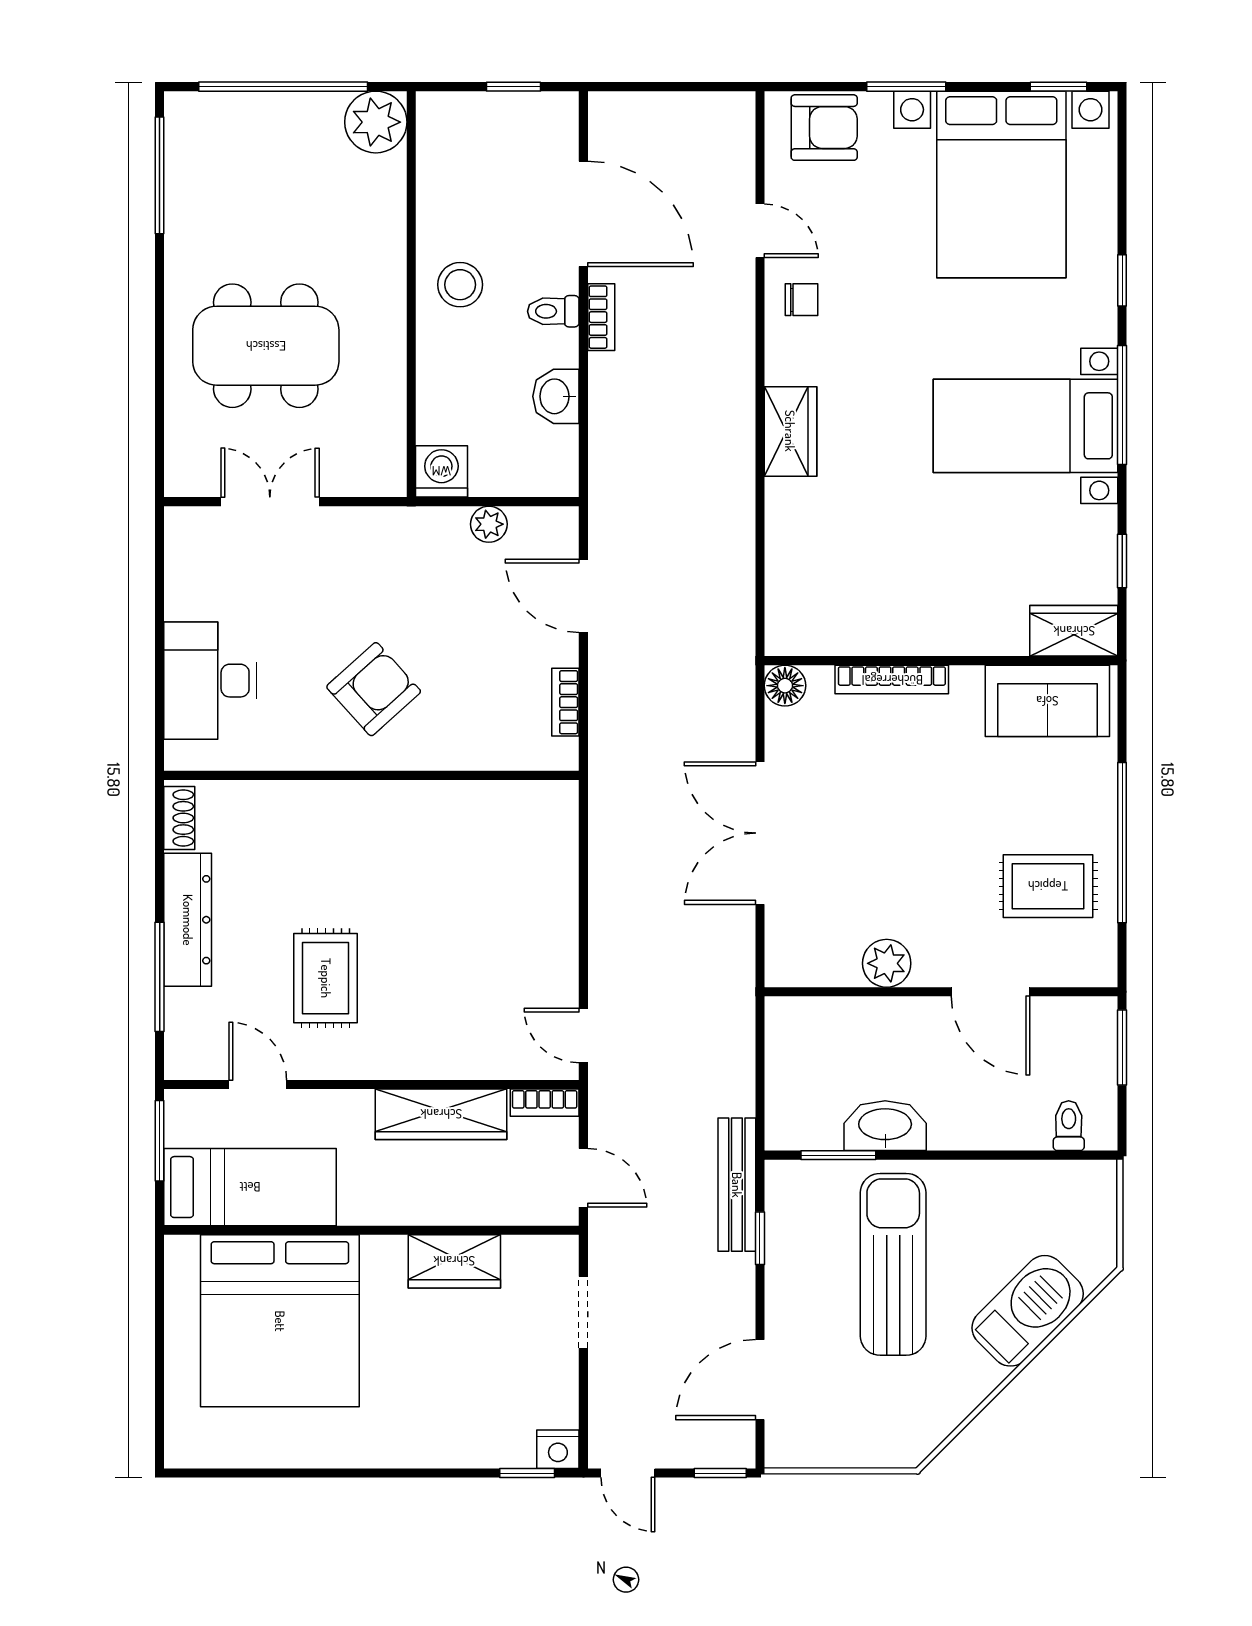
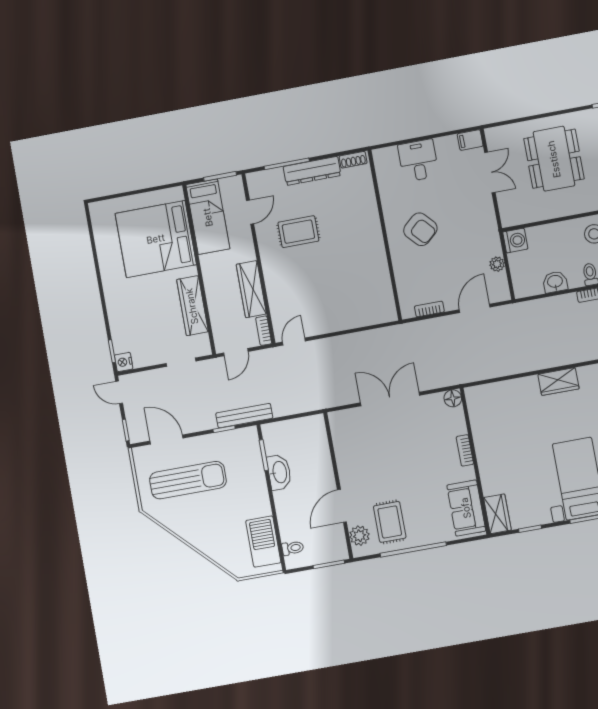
filing cabinet: (185, 534) -> (470, 140), added
bookcase: (892, 680) -> (465, 450), width x0.64
desk: (210, 681) -> (418, 160), width x0.73
plant: (887, 963) -> (359, 536), moved
wardrobe: (454, 1261) -> (192, 306), width x1.50
sun lounger: (893, 1264) -> (188, 480), moved
barbecue: (1028, 1311) -> (263, 542), moved, turned -135
door: (628, 1473) -> (119, 392), hinge flipped

